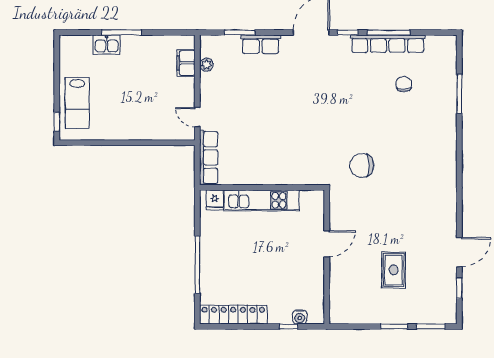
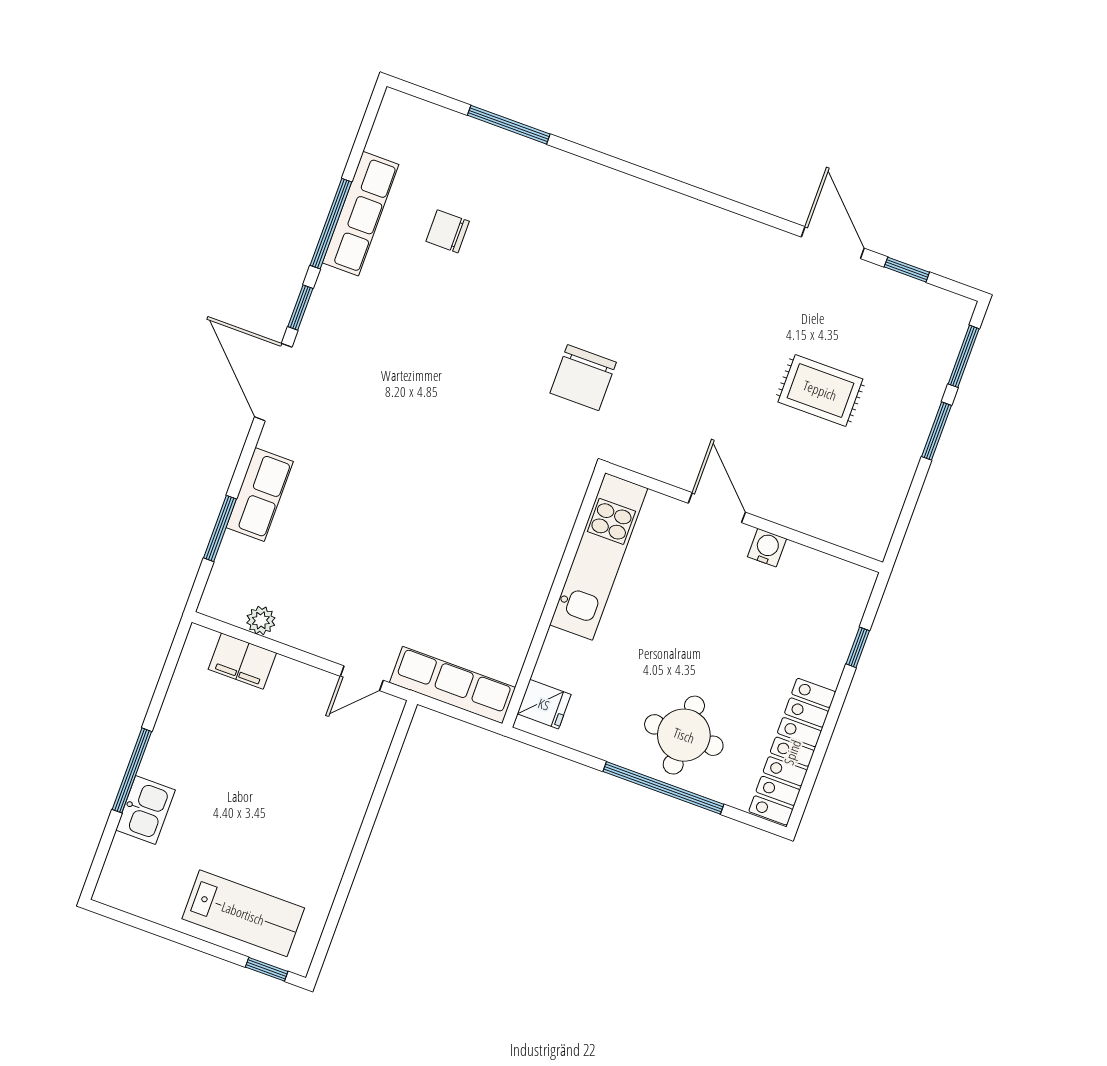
row of seats: (388, 44) -> (361, 214), width x0.73
kitchen unit: (262, 200) -> (599, 556), moved
round table: (223, 265) -> (684, 735), added
water cooler: (300, 317) -> (767, 548), moved, turned -90

